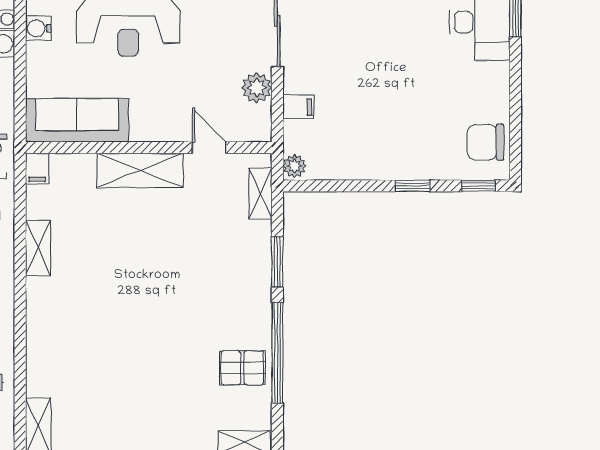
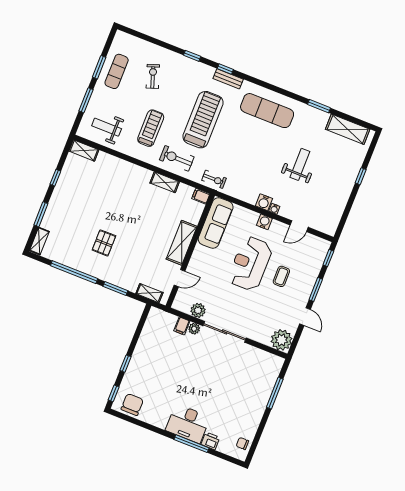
plant: (294, 166) -> (194, 329), moved
pallet: (242, 368) -> (104, 243), moved

